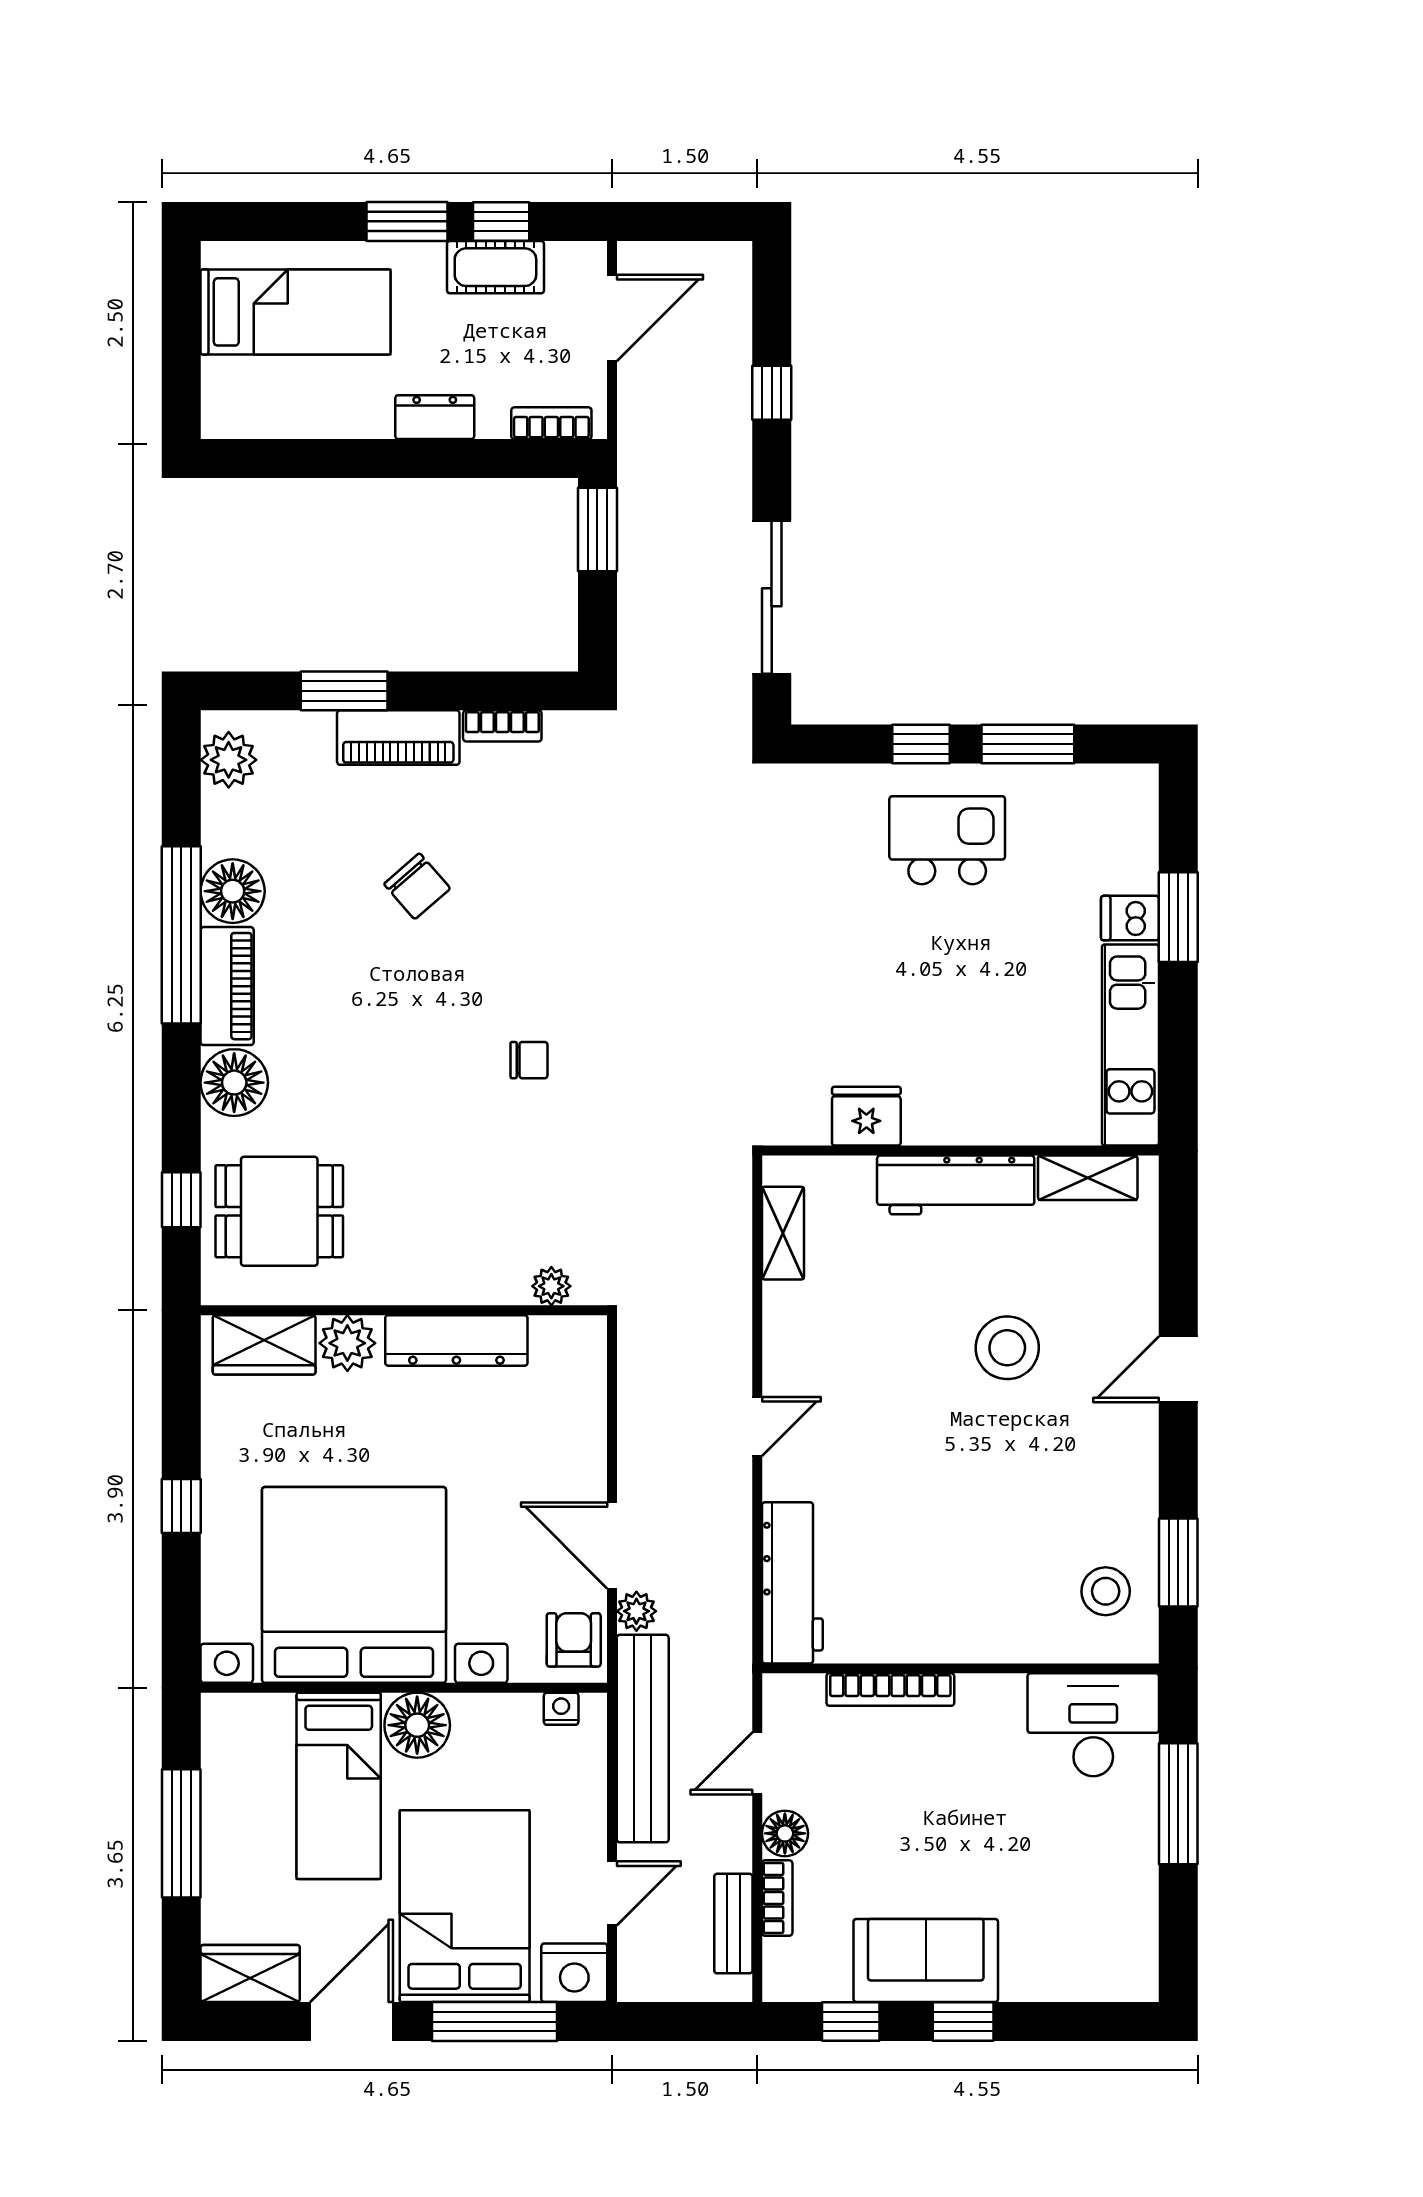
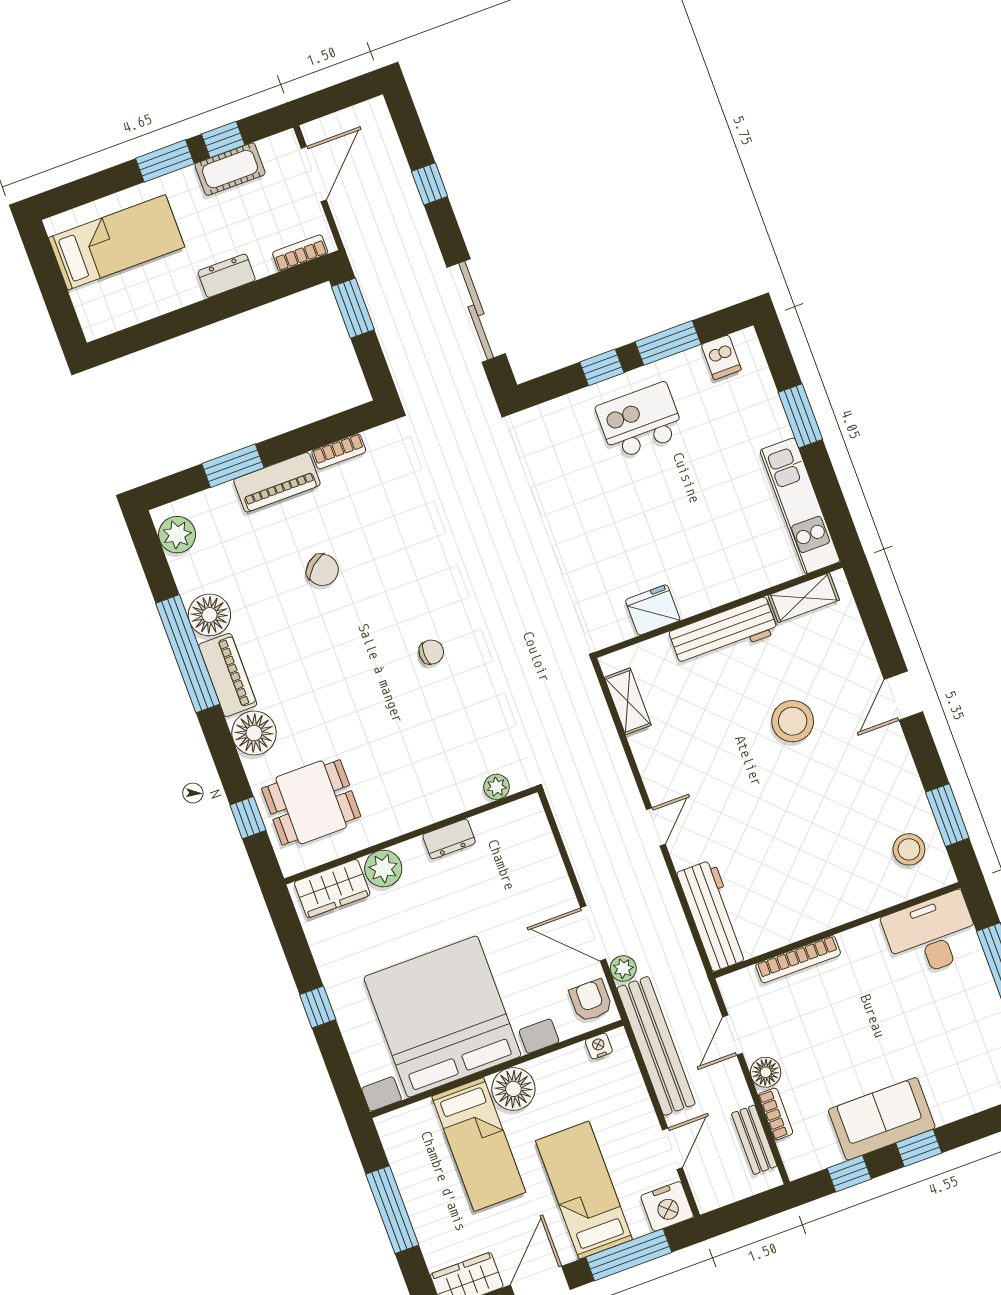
dishwasher: (1130, 918) -> (721, 357), moved, turned -90
dresser: (456, 1340) -> (449, 839), width x0.51, depth x0.80
bed: (465, 1906) -> (584, 1190), width x0.67

